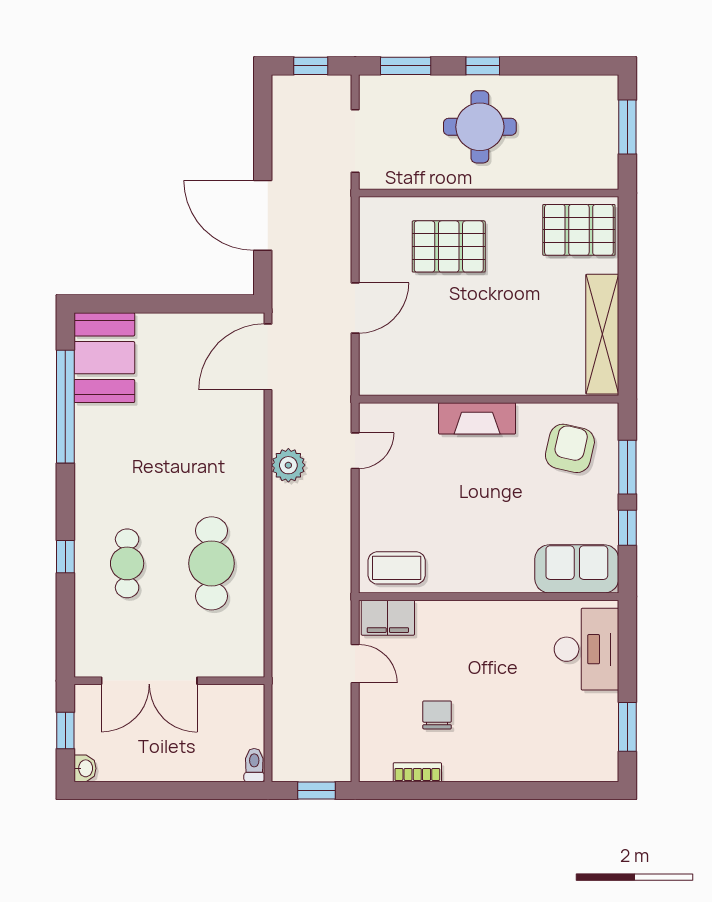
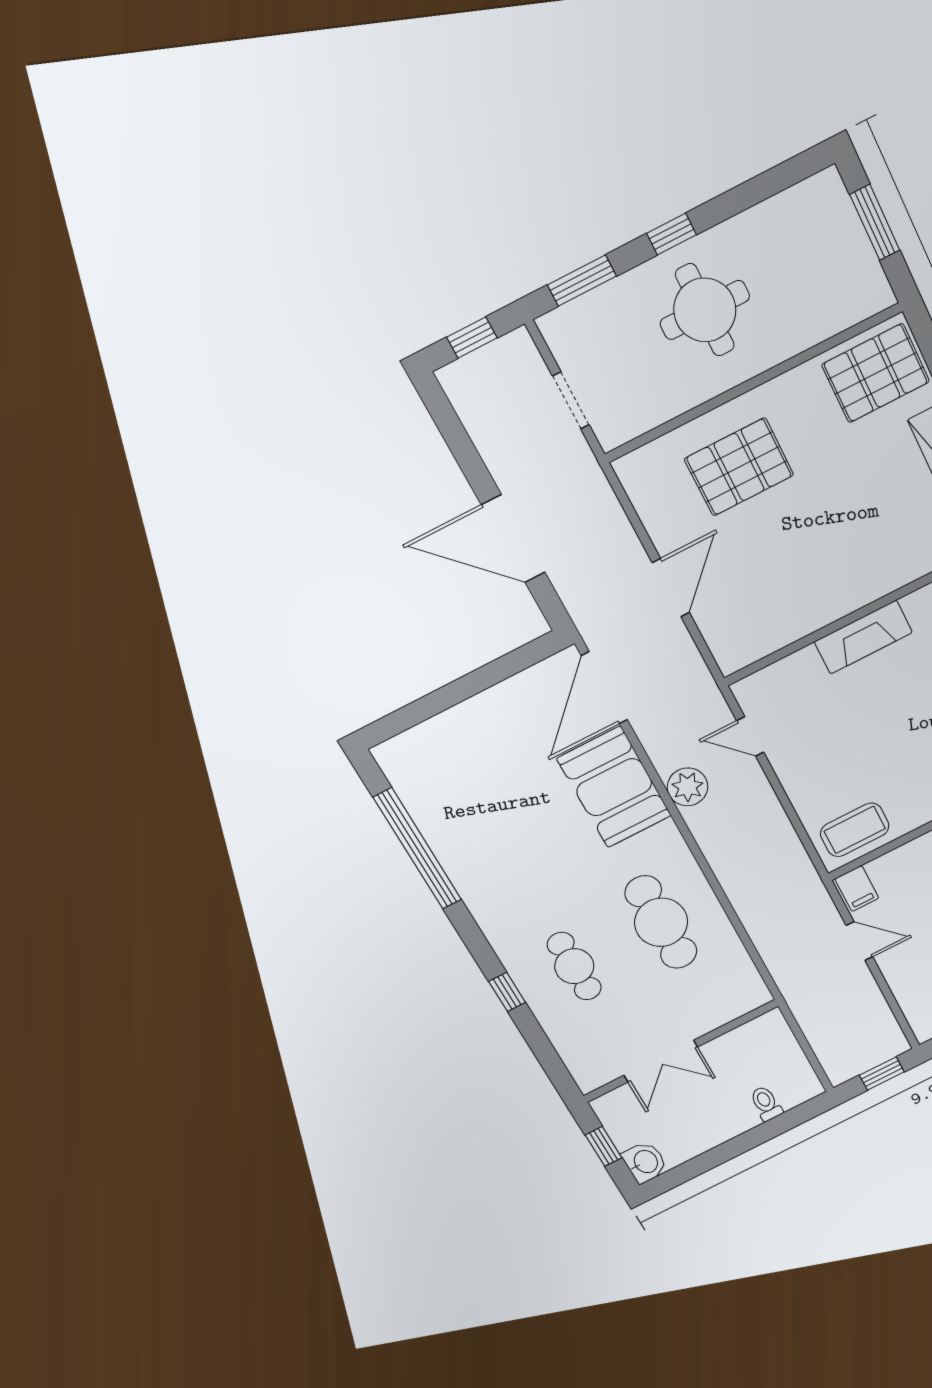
doorway: (355, 141) -> (571, 400), width x0.73
booth: (104, 358) -> (614, 787), moved
door: (355, 451) -> (750, 737), swing flipped
filing cabinet: (388, 618) -> (857, 889), width x0.50
double door: (149, 681) -> (661, 1061), width x0.73
toilet: (254, 765) -> (766, 1103), moved
washbasin: (85, 768) -> (645, 1162), width x1.38, depth x1.45

